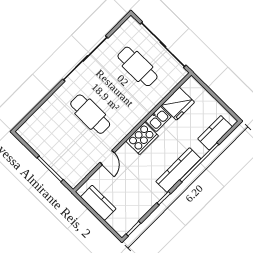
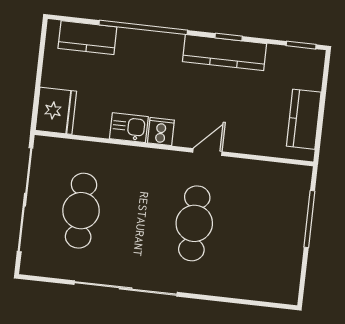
fridge: (178, 104) -> (56, 111), moved, turned 90
cooker: (142, 138) -> (161, 131), width x0.53, depth x0.76
door: (107, 158) -> (207, 152), moved
kitchen counter: (178, 170) -> (225, 53), moved

